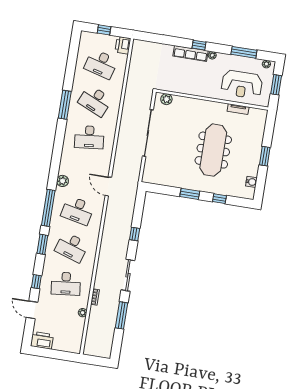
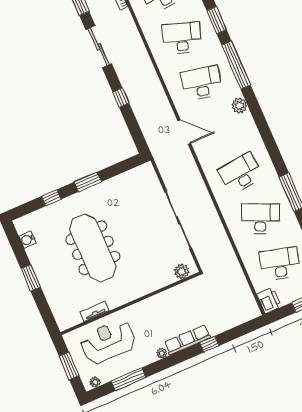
window: (199, 45) -> (209, 344), moved

